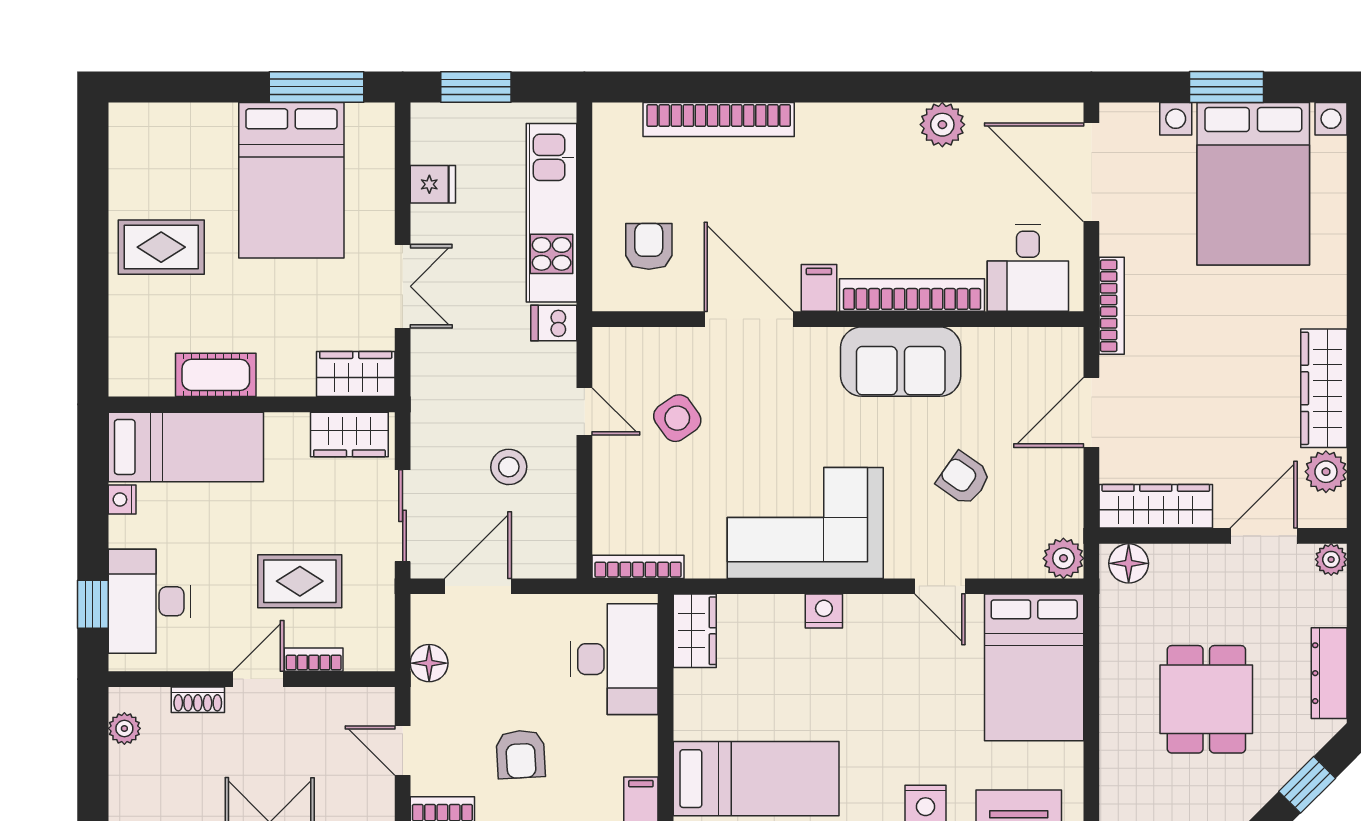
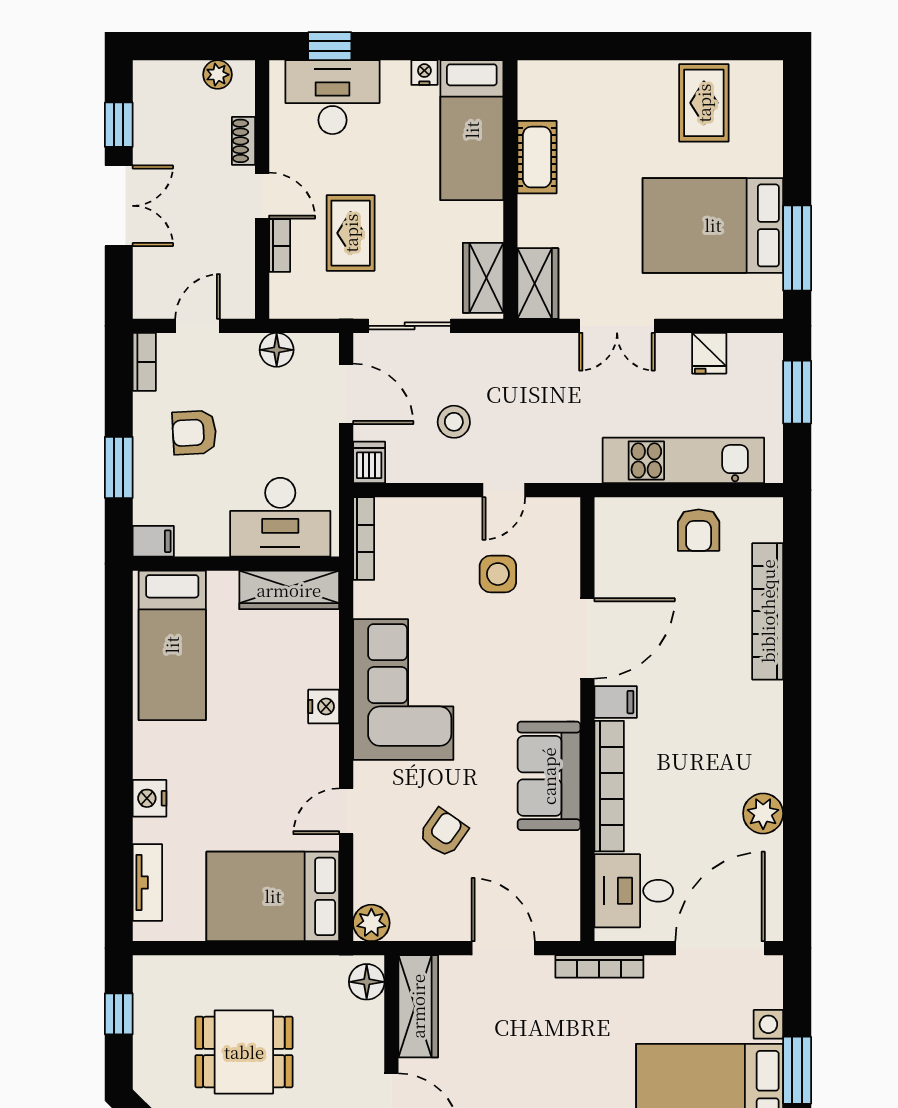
armchair: (649, 246) -> (699, 530), moved, turned 90
rug: (161, 247) -> (704, 103), moved
dishwasher: (554, 323) -> (369, 462), moved
side table: (677, 418) -> (498, 574), turned 35
wardrobe: (695, 631) -> (289, 590), width x1.50

